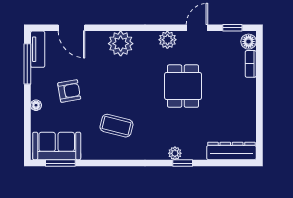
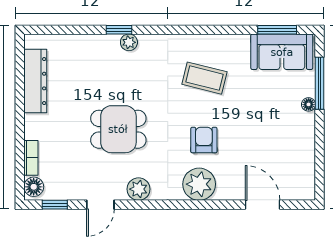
tv unit: (38, 49) -> (306, 177), removed
window: (27, 64) -> (320, 83), moved
dining table: (183, 86) -> (118, 129), turned 90
armchair: (69, 91) -> (204, 140), moved, turned 100
dresser: (231, 151) -> (35, 81), moved, turned -90

